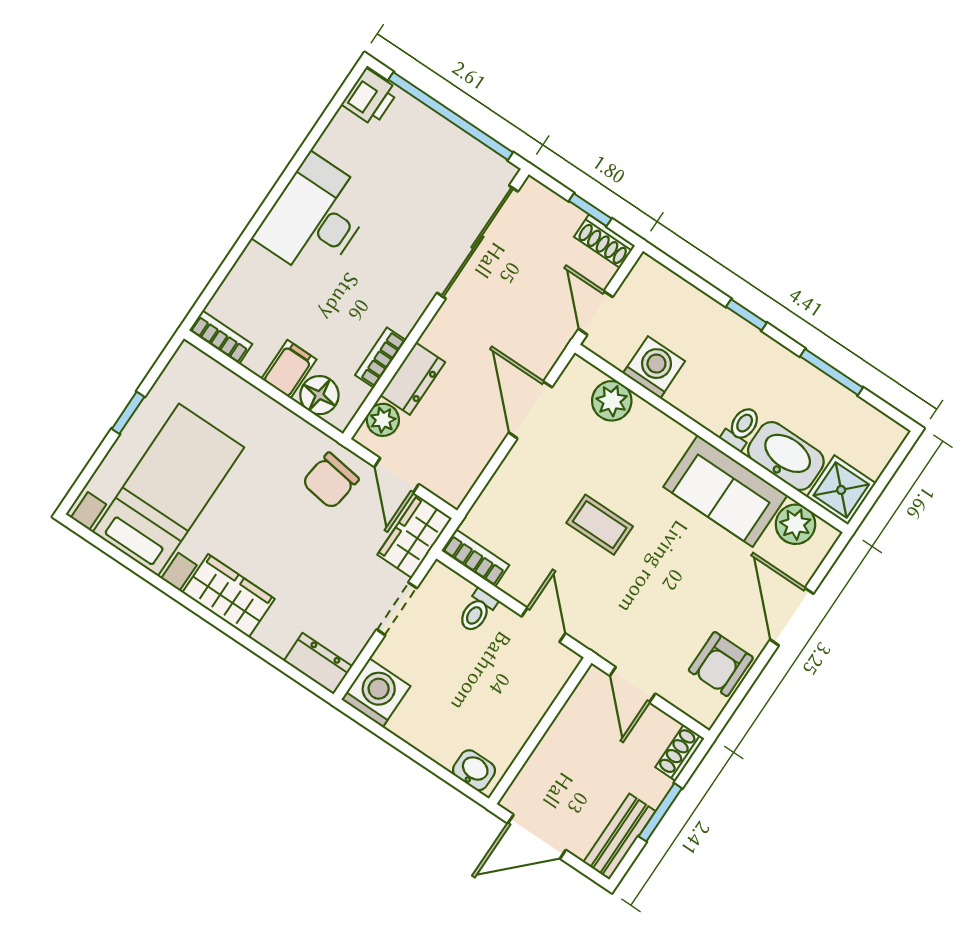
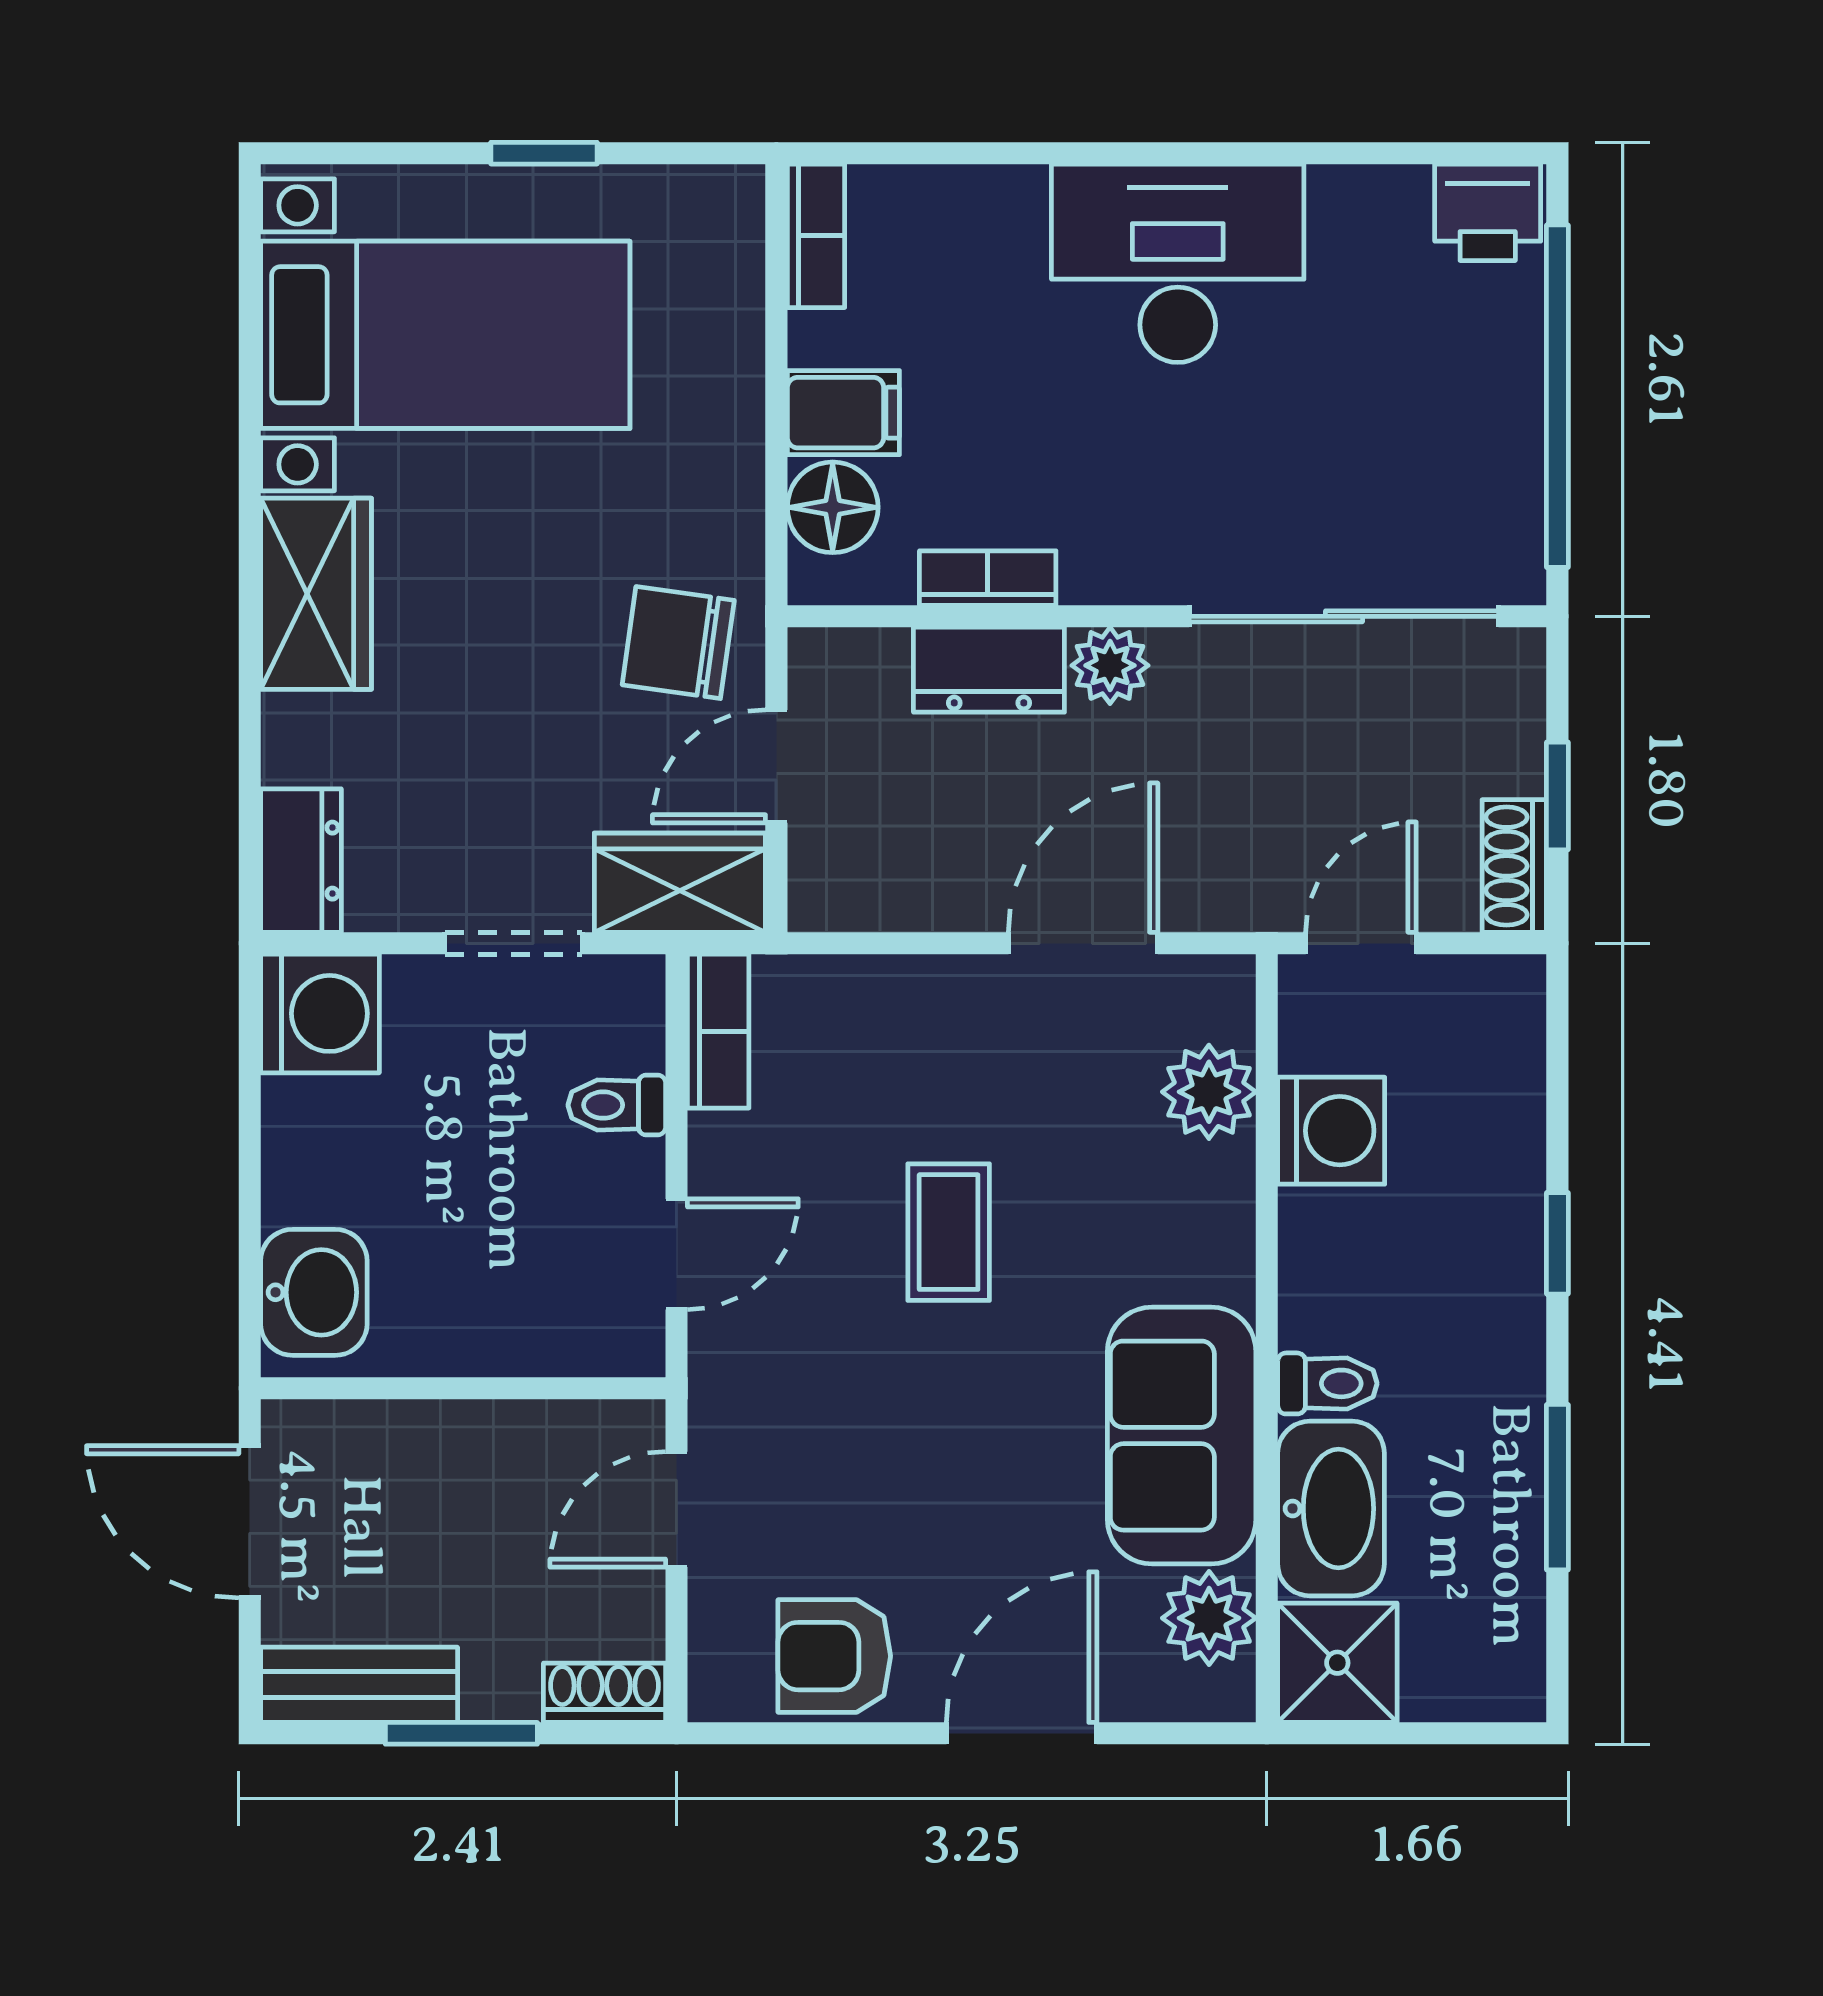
plant: (383, 420) -> (1110, 665), moved
washbasin: (474, 770) -> (314, 1292), width x1.38, depth x1.45

